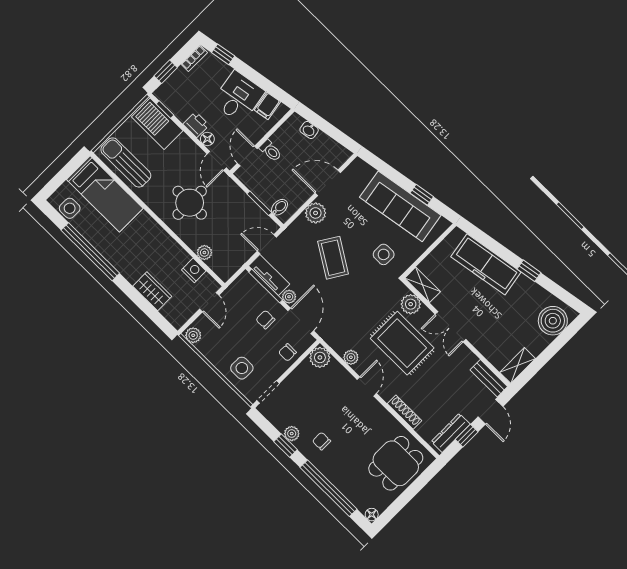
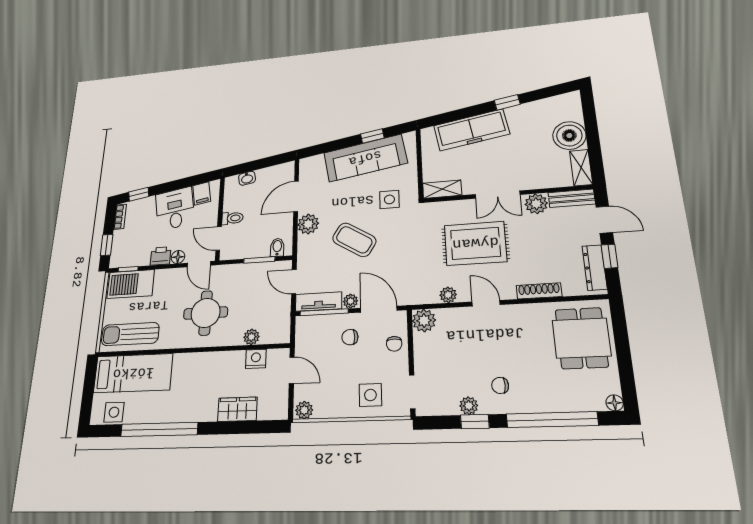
door: (267, 244) -> (294, 282), hinge flipped
plant: (411, 304) -> (536, 204), moved
boiler: (553, 321) -> (569, 136), moved

